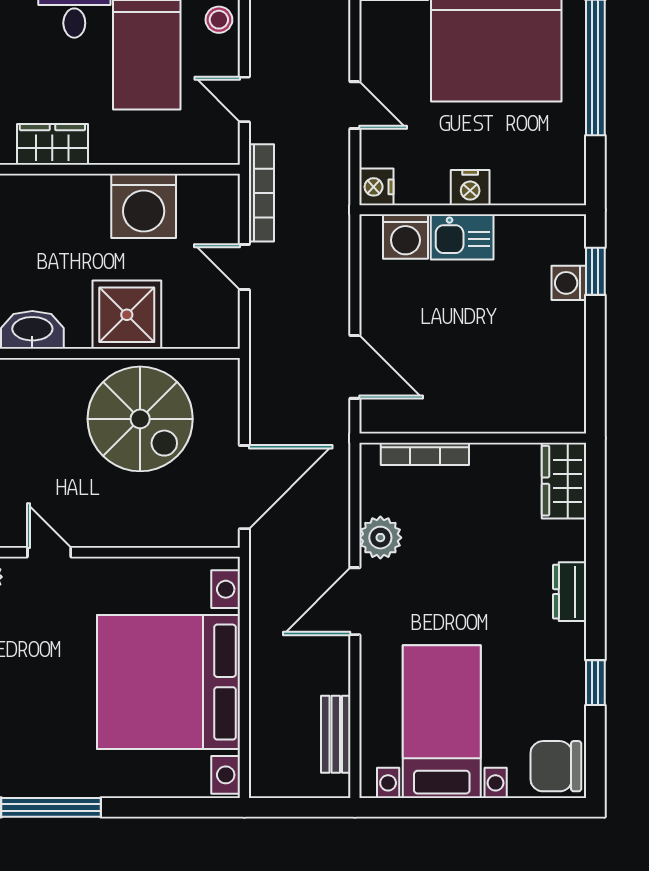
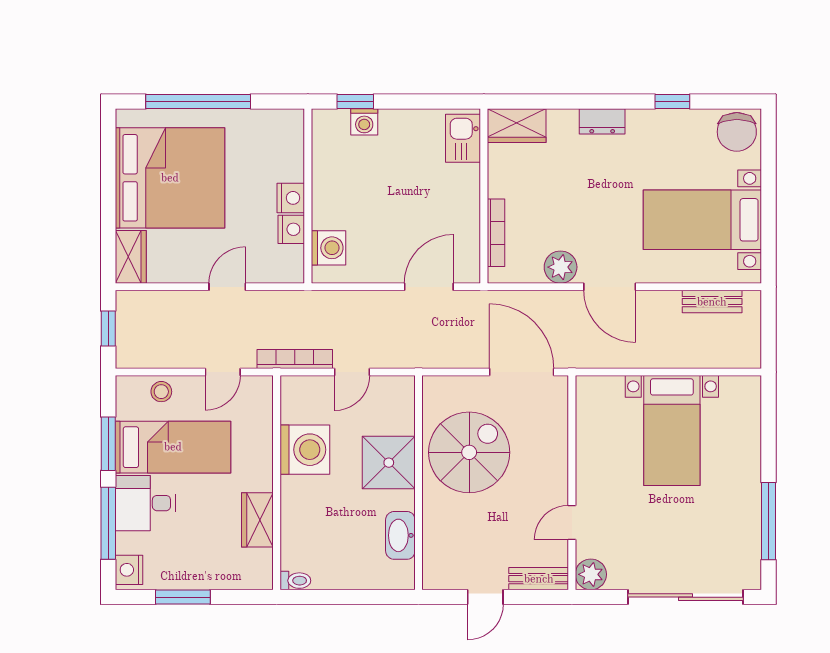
nightstand: (376, 187) -> (291, 229), moved, turned -90
kitchen sink: (462, 237) -> (463, 138), moved, turned 180
bed with nightstands: (169, 682) -> (672, 430), width x0.54

